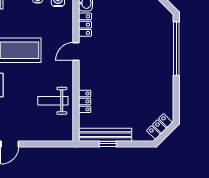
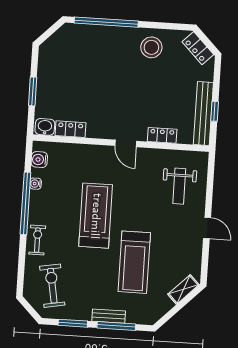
door: (76, 51) -> (126, 143), moved
stool: (158, 88) -> (151, 47), added
weight bench: (53, 101) -> (179, 186), moved

